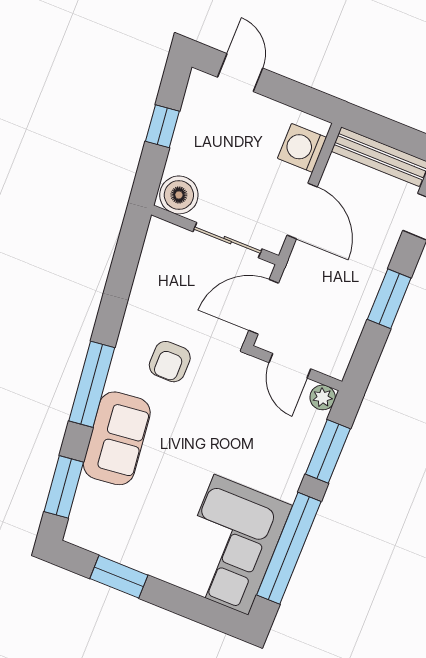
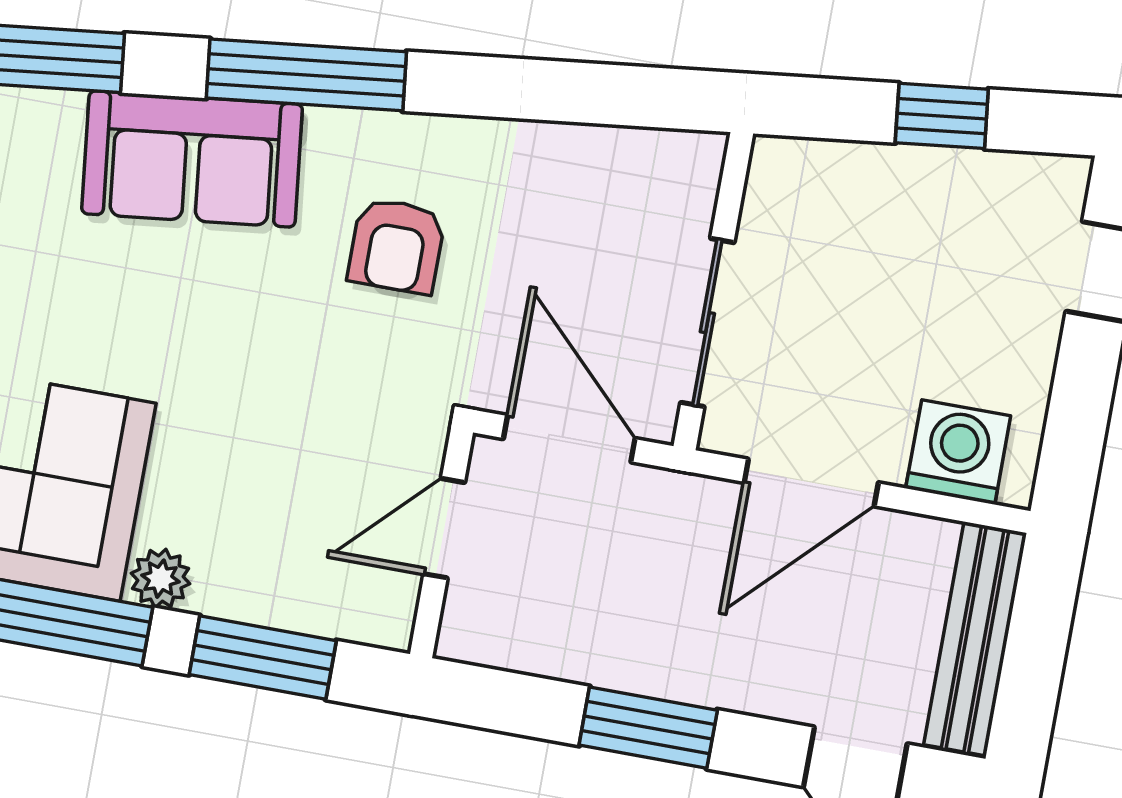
boiler: (179, 195) -> (789, 187), removed
armchair: (170, 362) -> (397, 246), turned -90
plant: (323, 397) -> (160, 579), moved

